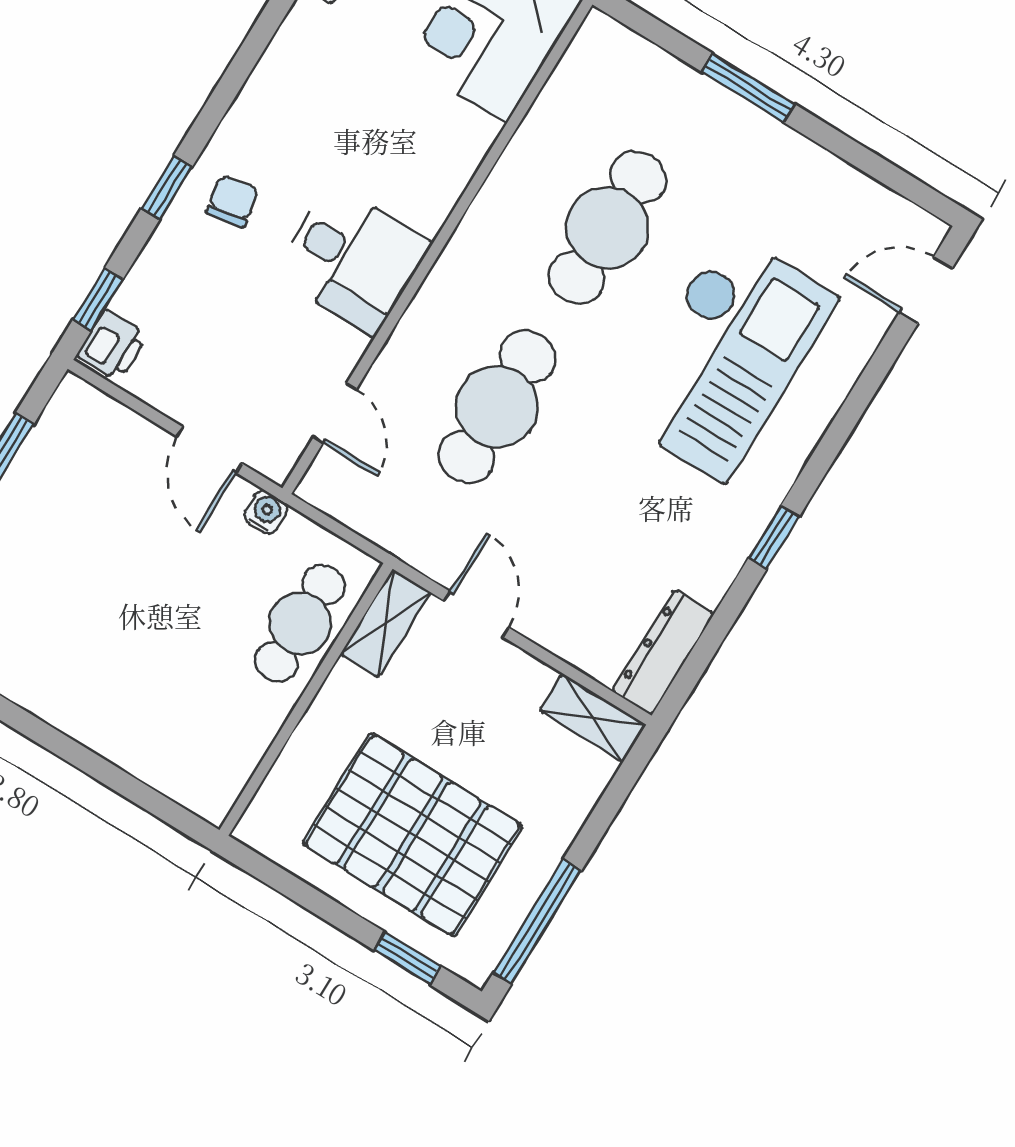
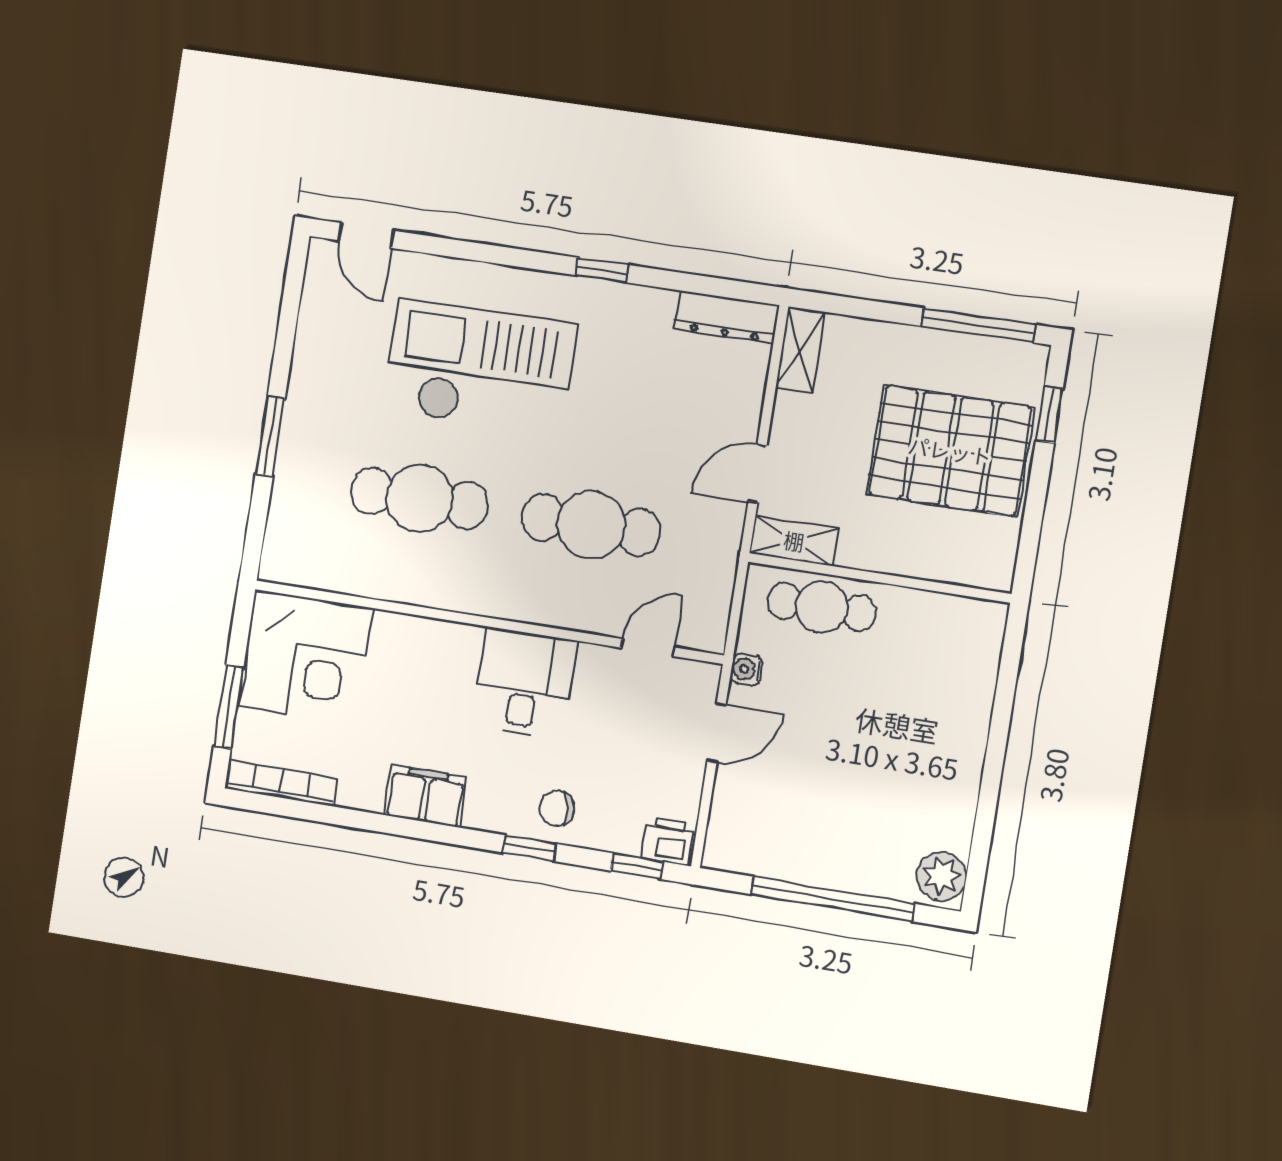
filing cabinet: (272, 95) -> (425, 796), added
chair: (233, 201) -> (557, 808), moved
pallet: (413, 835) -> (950, 451), turned 90

